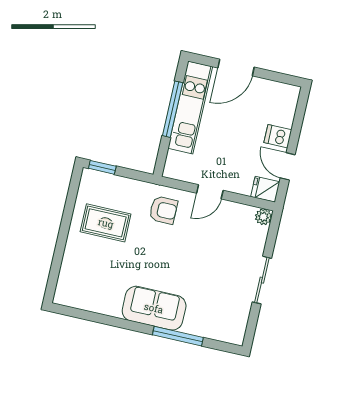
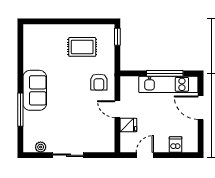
dishwasher: (278, 136) -> (176, 145), moved
fridge: (265, 189) -> (128, 125), moved, turned 90
plant: (263, 217) -> (41, 147), moved
rug: (106, 223) -> (82, 47), turned 90

